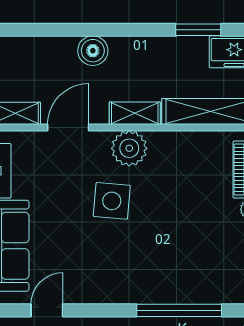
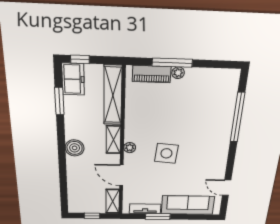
boiler: (93, 51) -> (75, 148), moved
plant: (129, 148) -> (130, 148), width x0.53, depth x0.53

